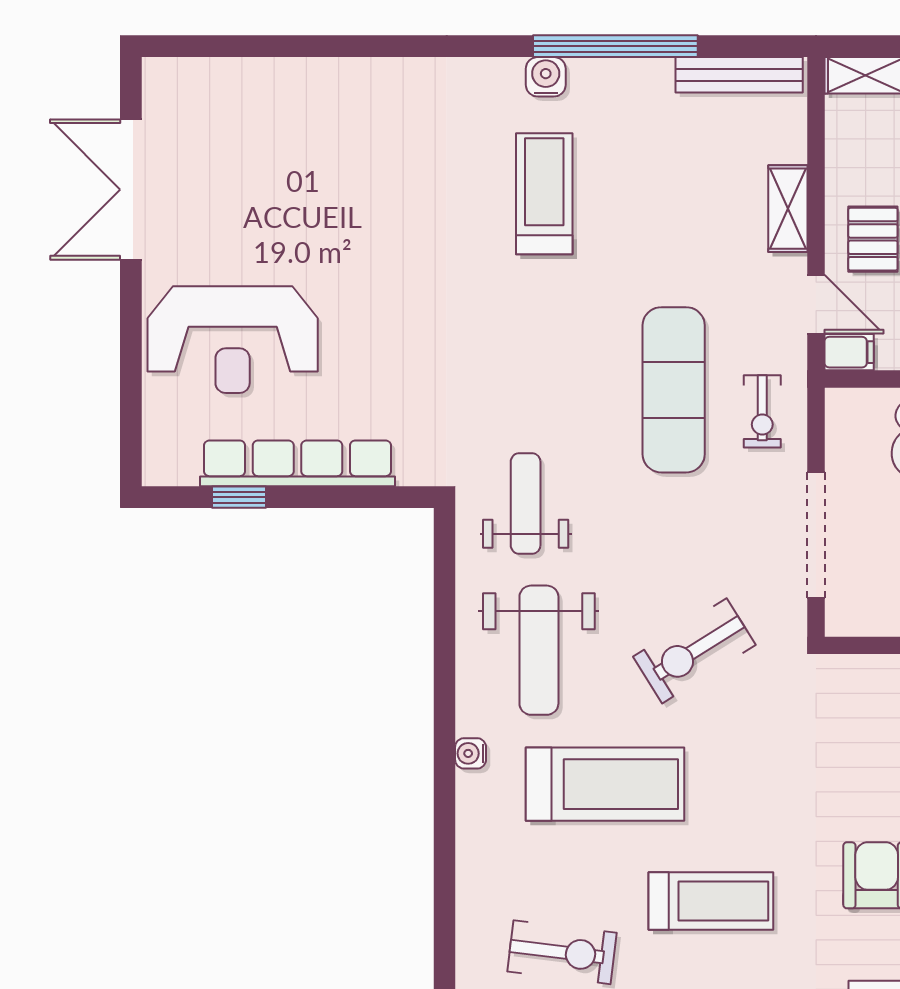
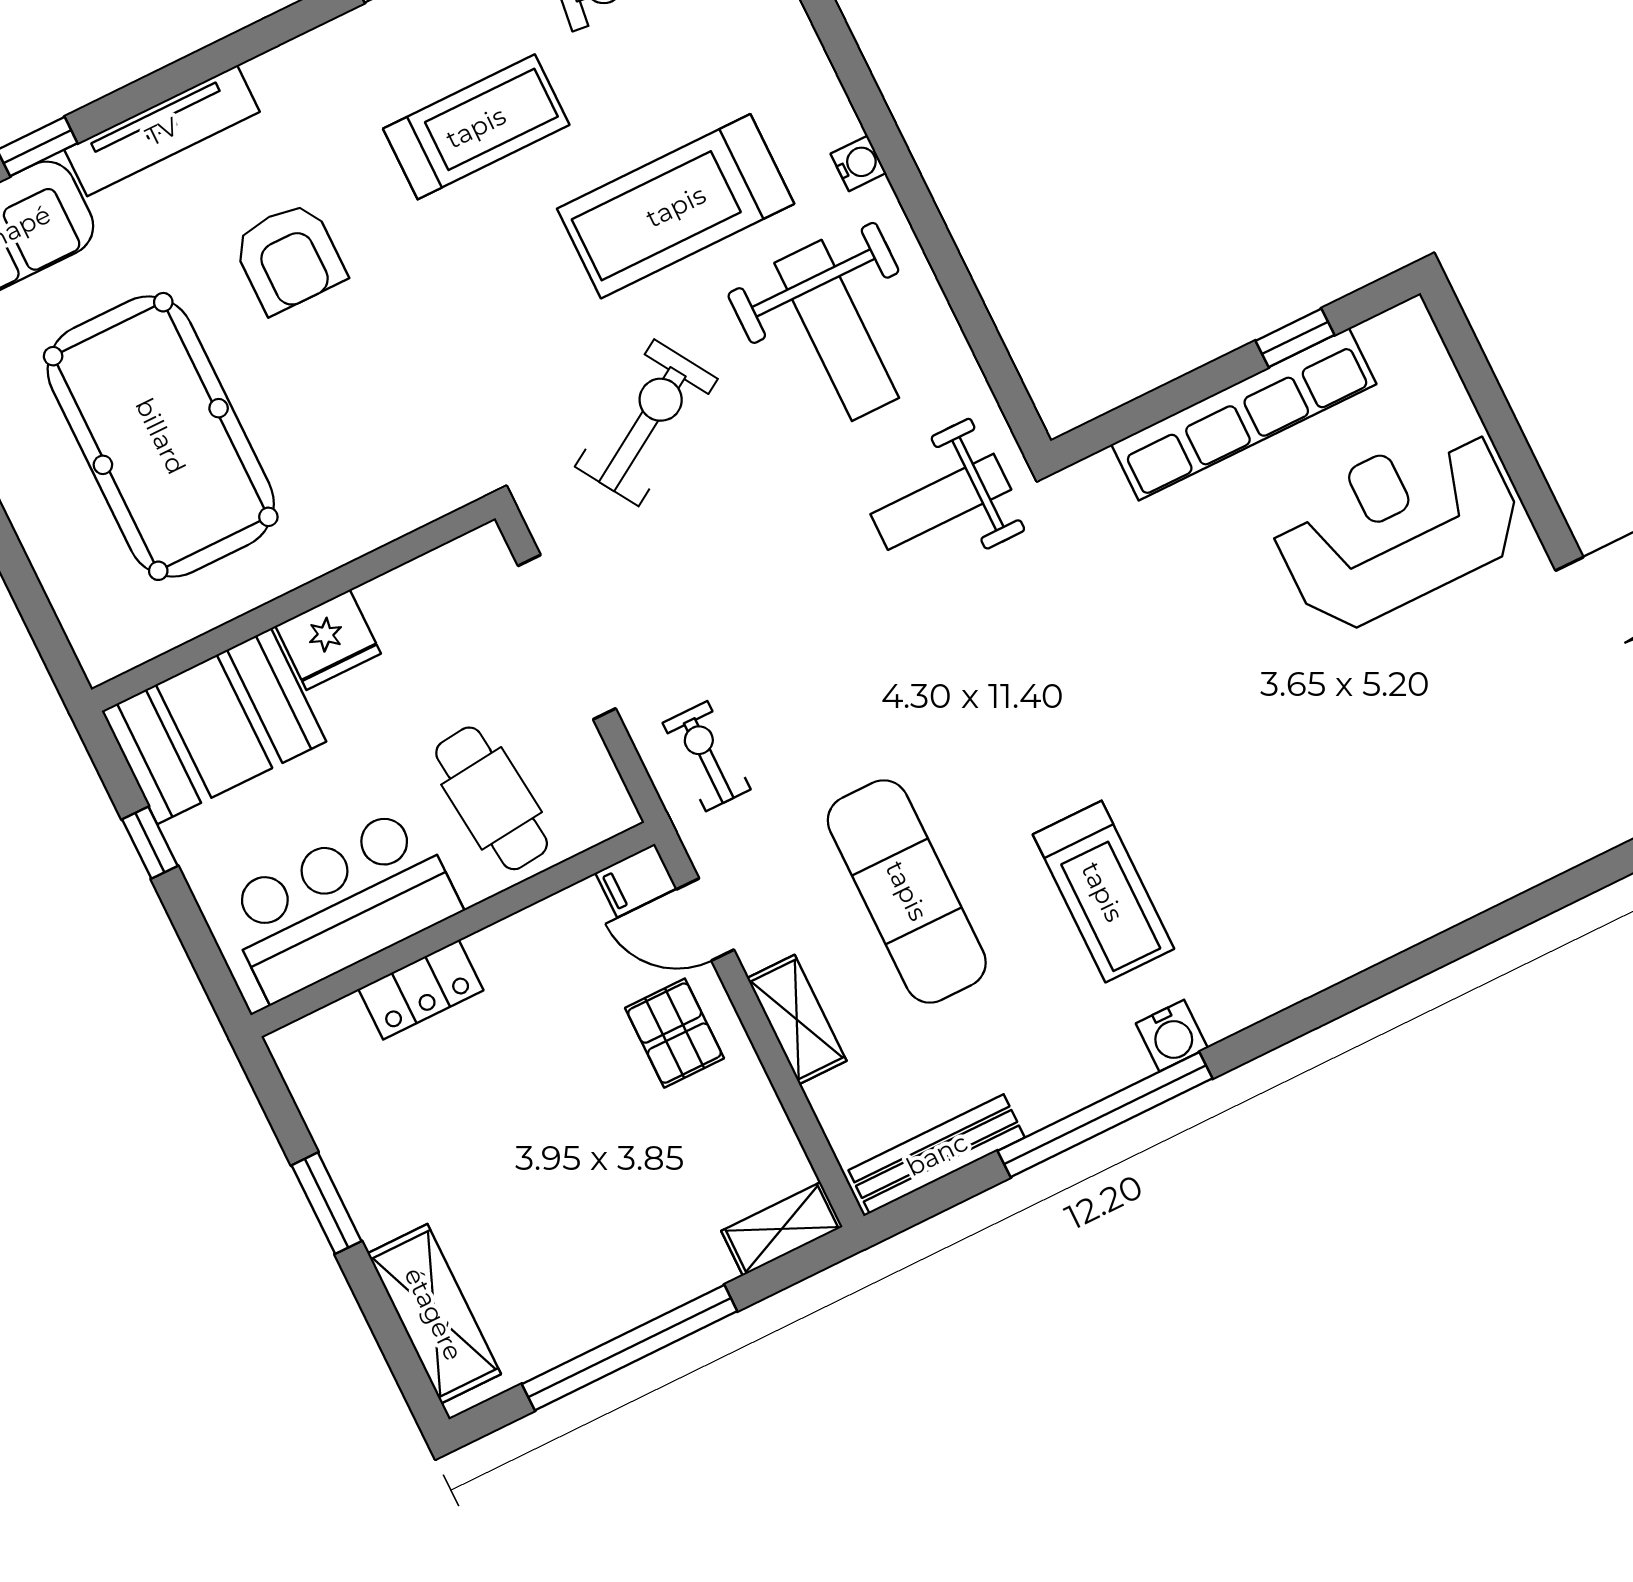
exercise mat: (674, 390) -> (907, 891), moved
weight bench: (526, 503) -> (941, 502), turned 90
weight bench: (539, 650) -> (837, 330), turned 180
treadmill: (711, 901) -> (476, 127), turned 180

